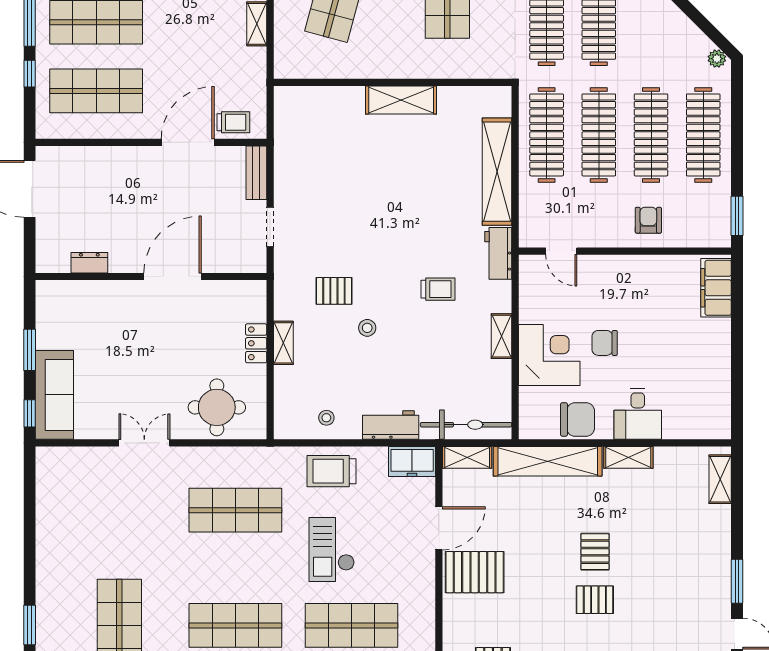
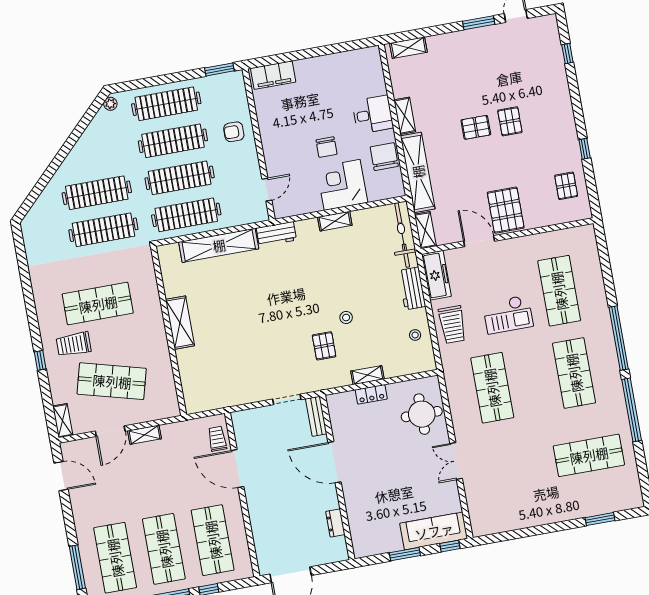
bench: (256, 173) -> (316, 416), moved, turned 90
trolley: (438, 289) -> (310, 272), removed
freezer: (412, 462) -> (436, 275), width x1.40

